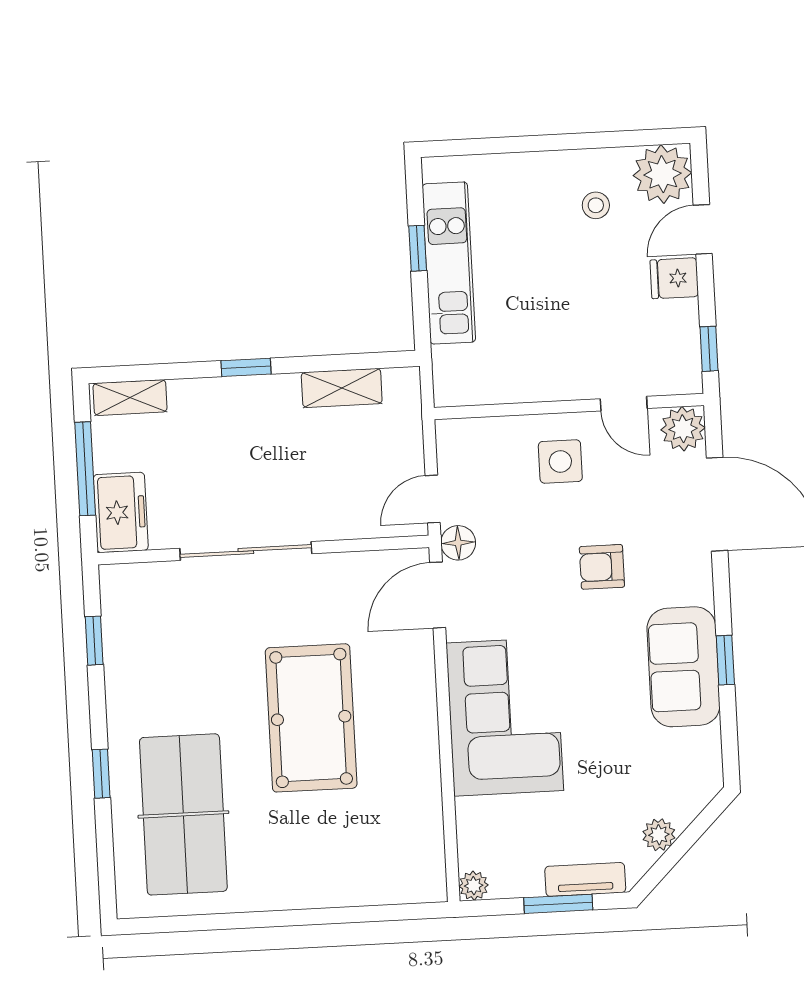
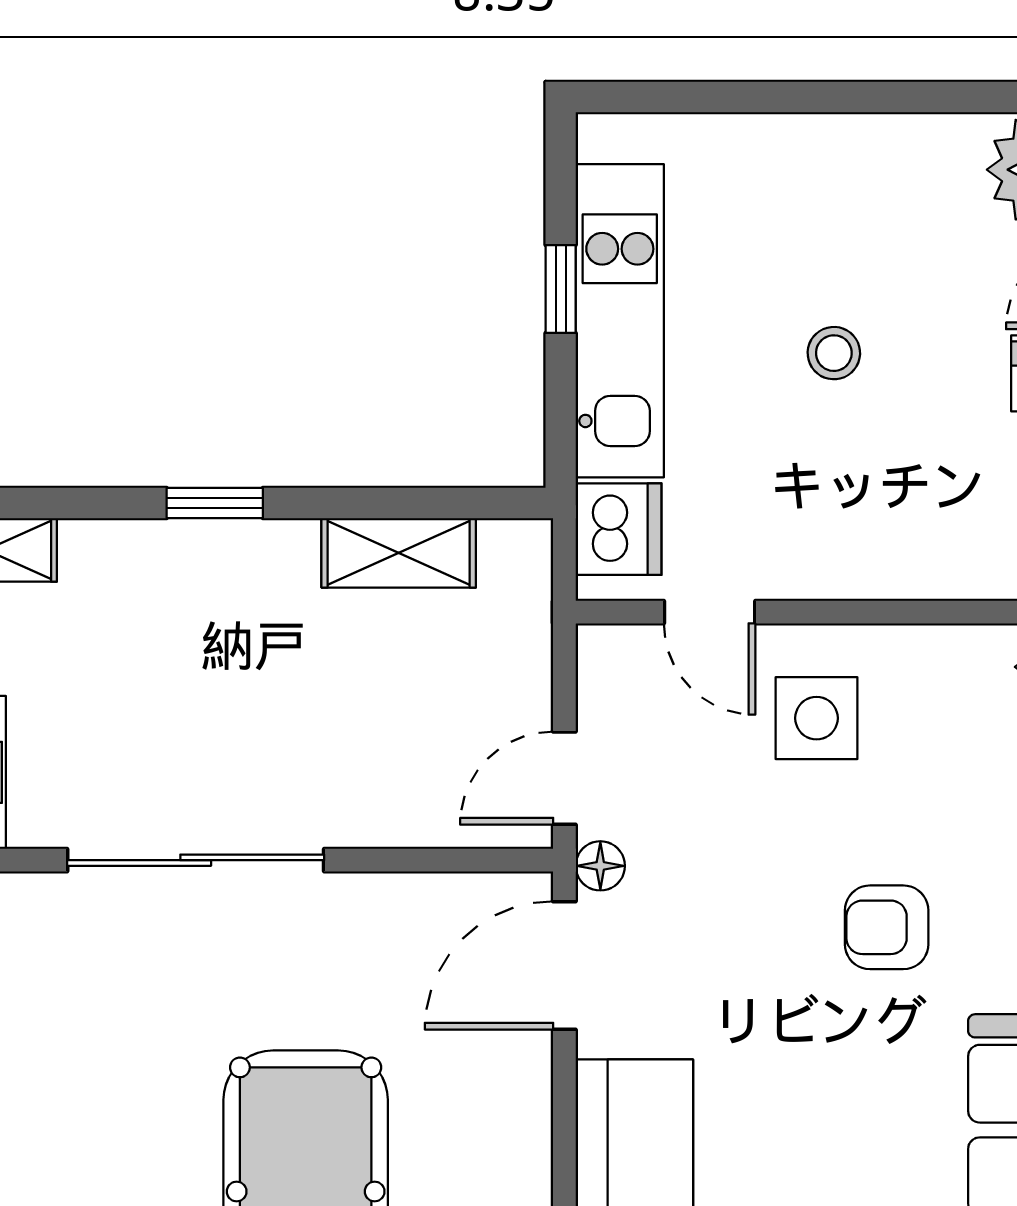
stool: (596, 205) -> (834, 353), moved
dishwasher: (454, 370) -> (619, 529), added
door: (624, 404) -> (710, 612), moved
floor lamp: (458, 543) -> (600, 866), width x0.73, depth x0.73

